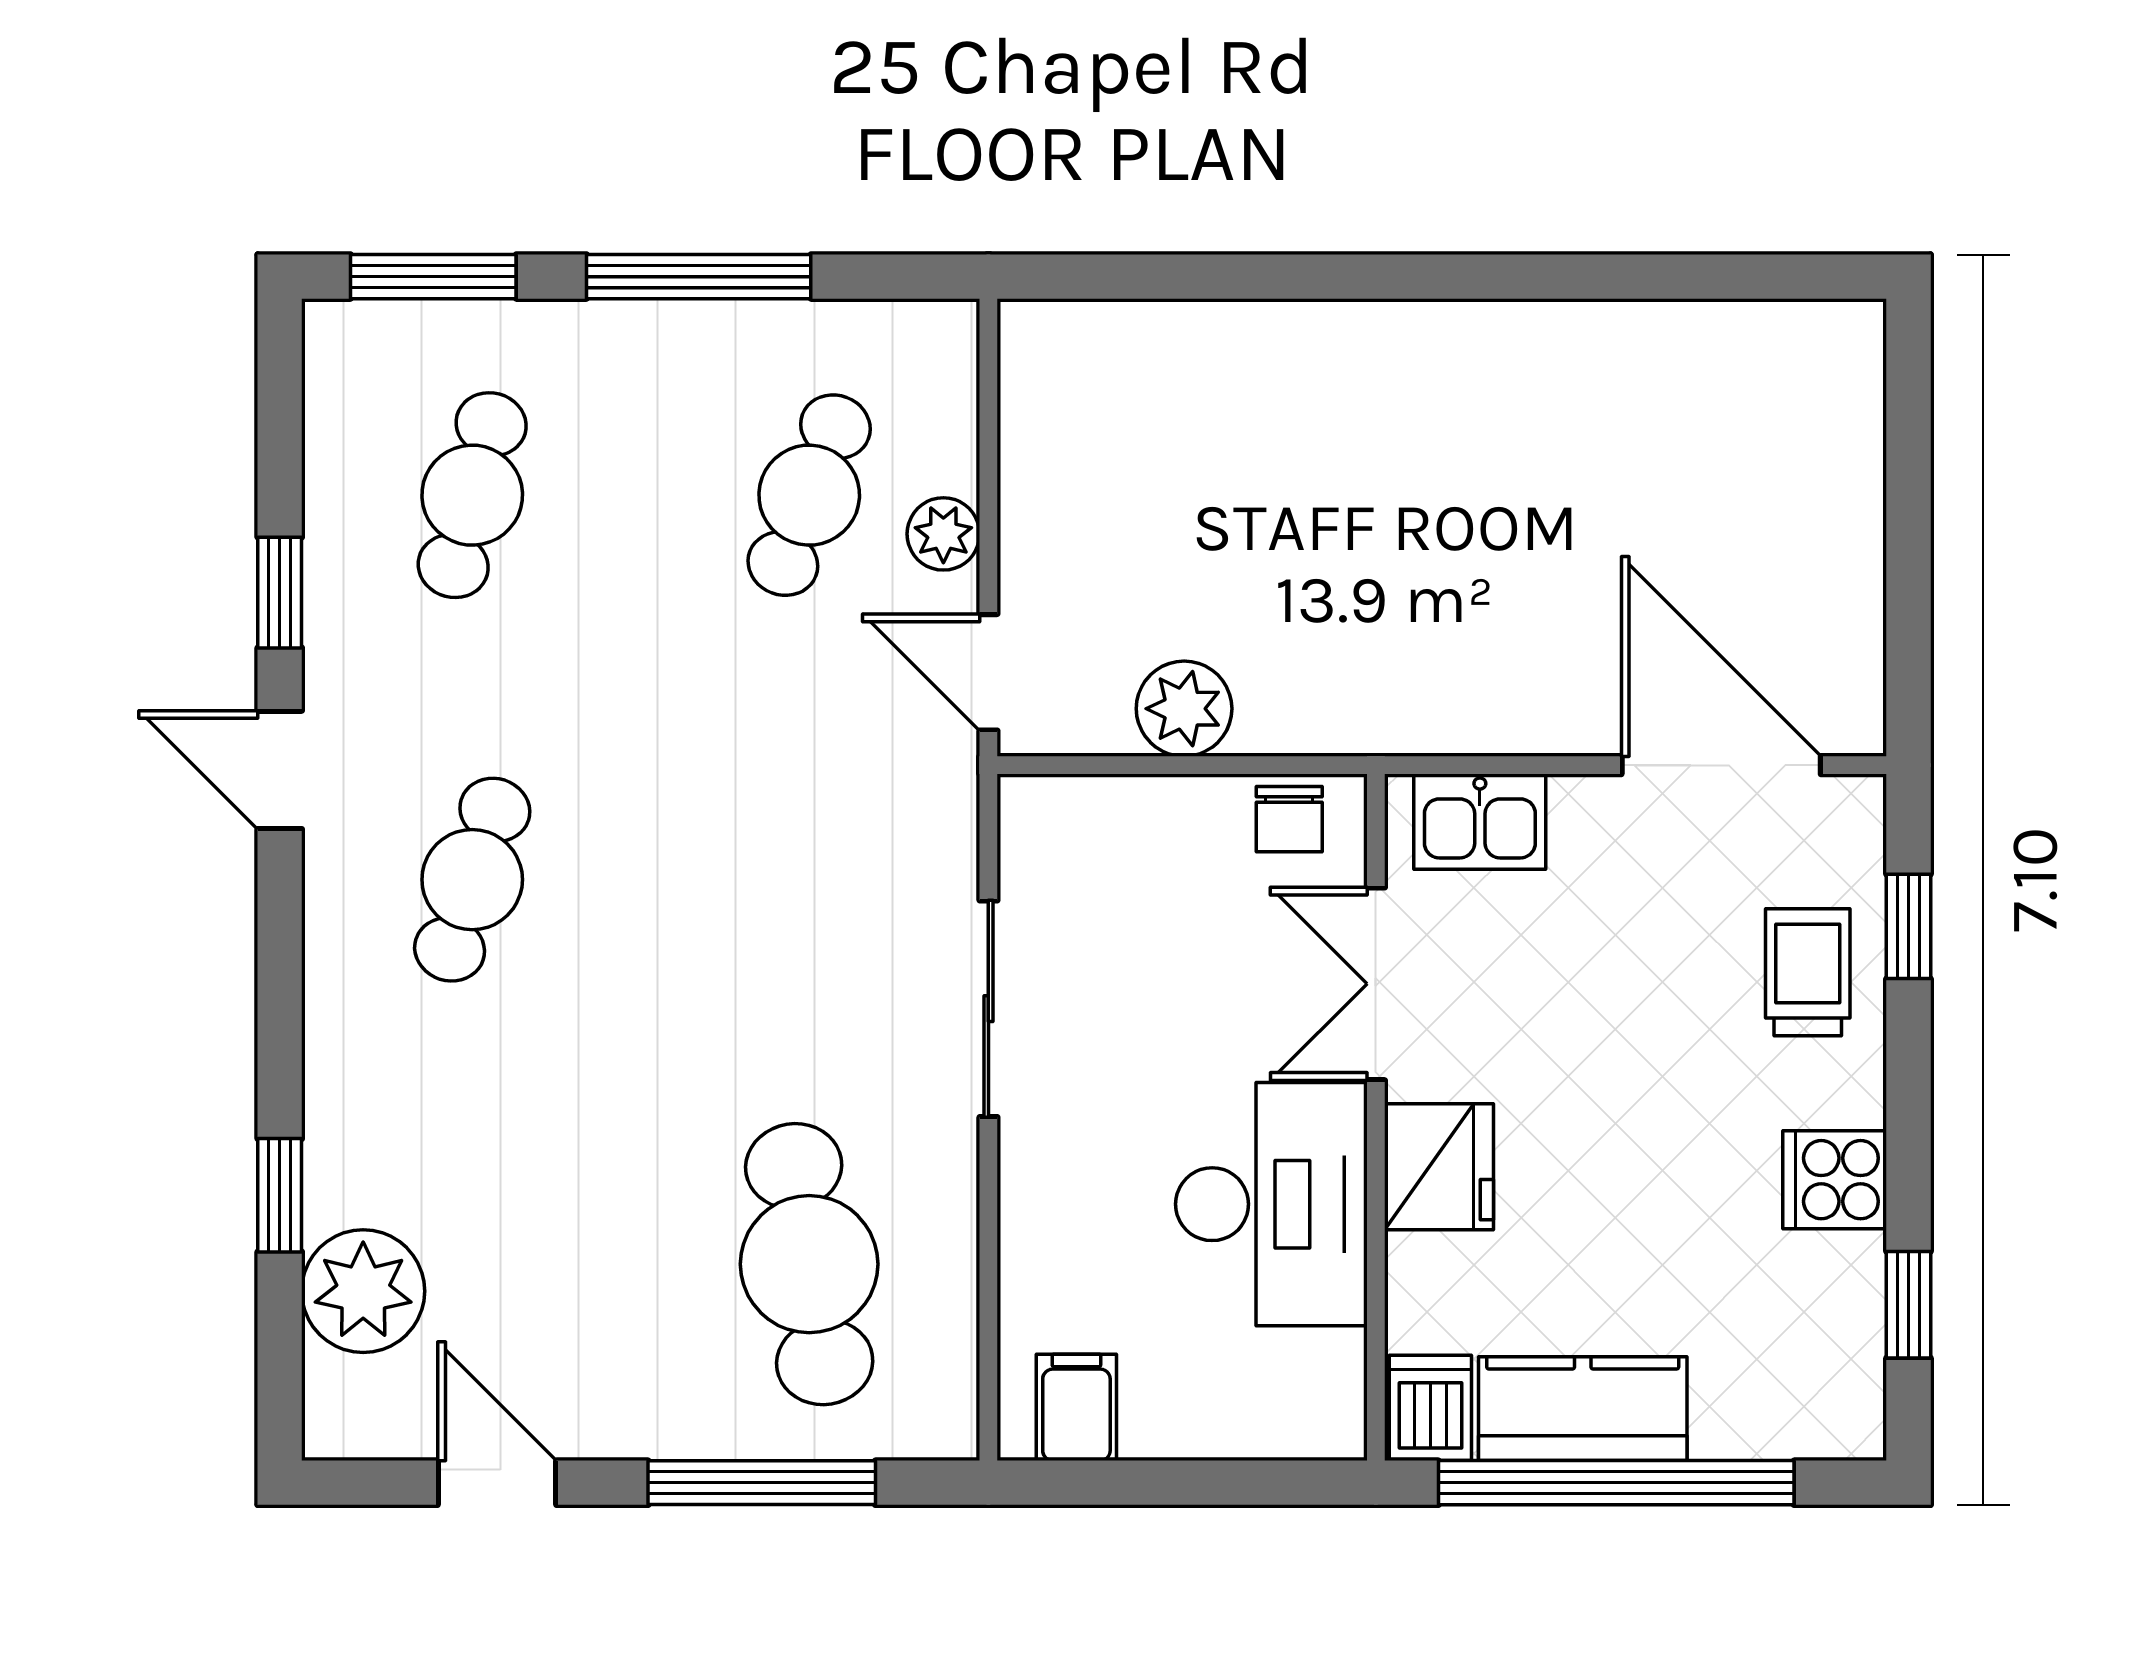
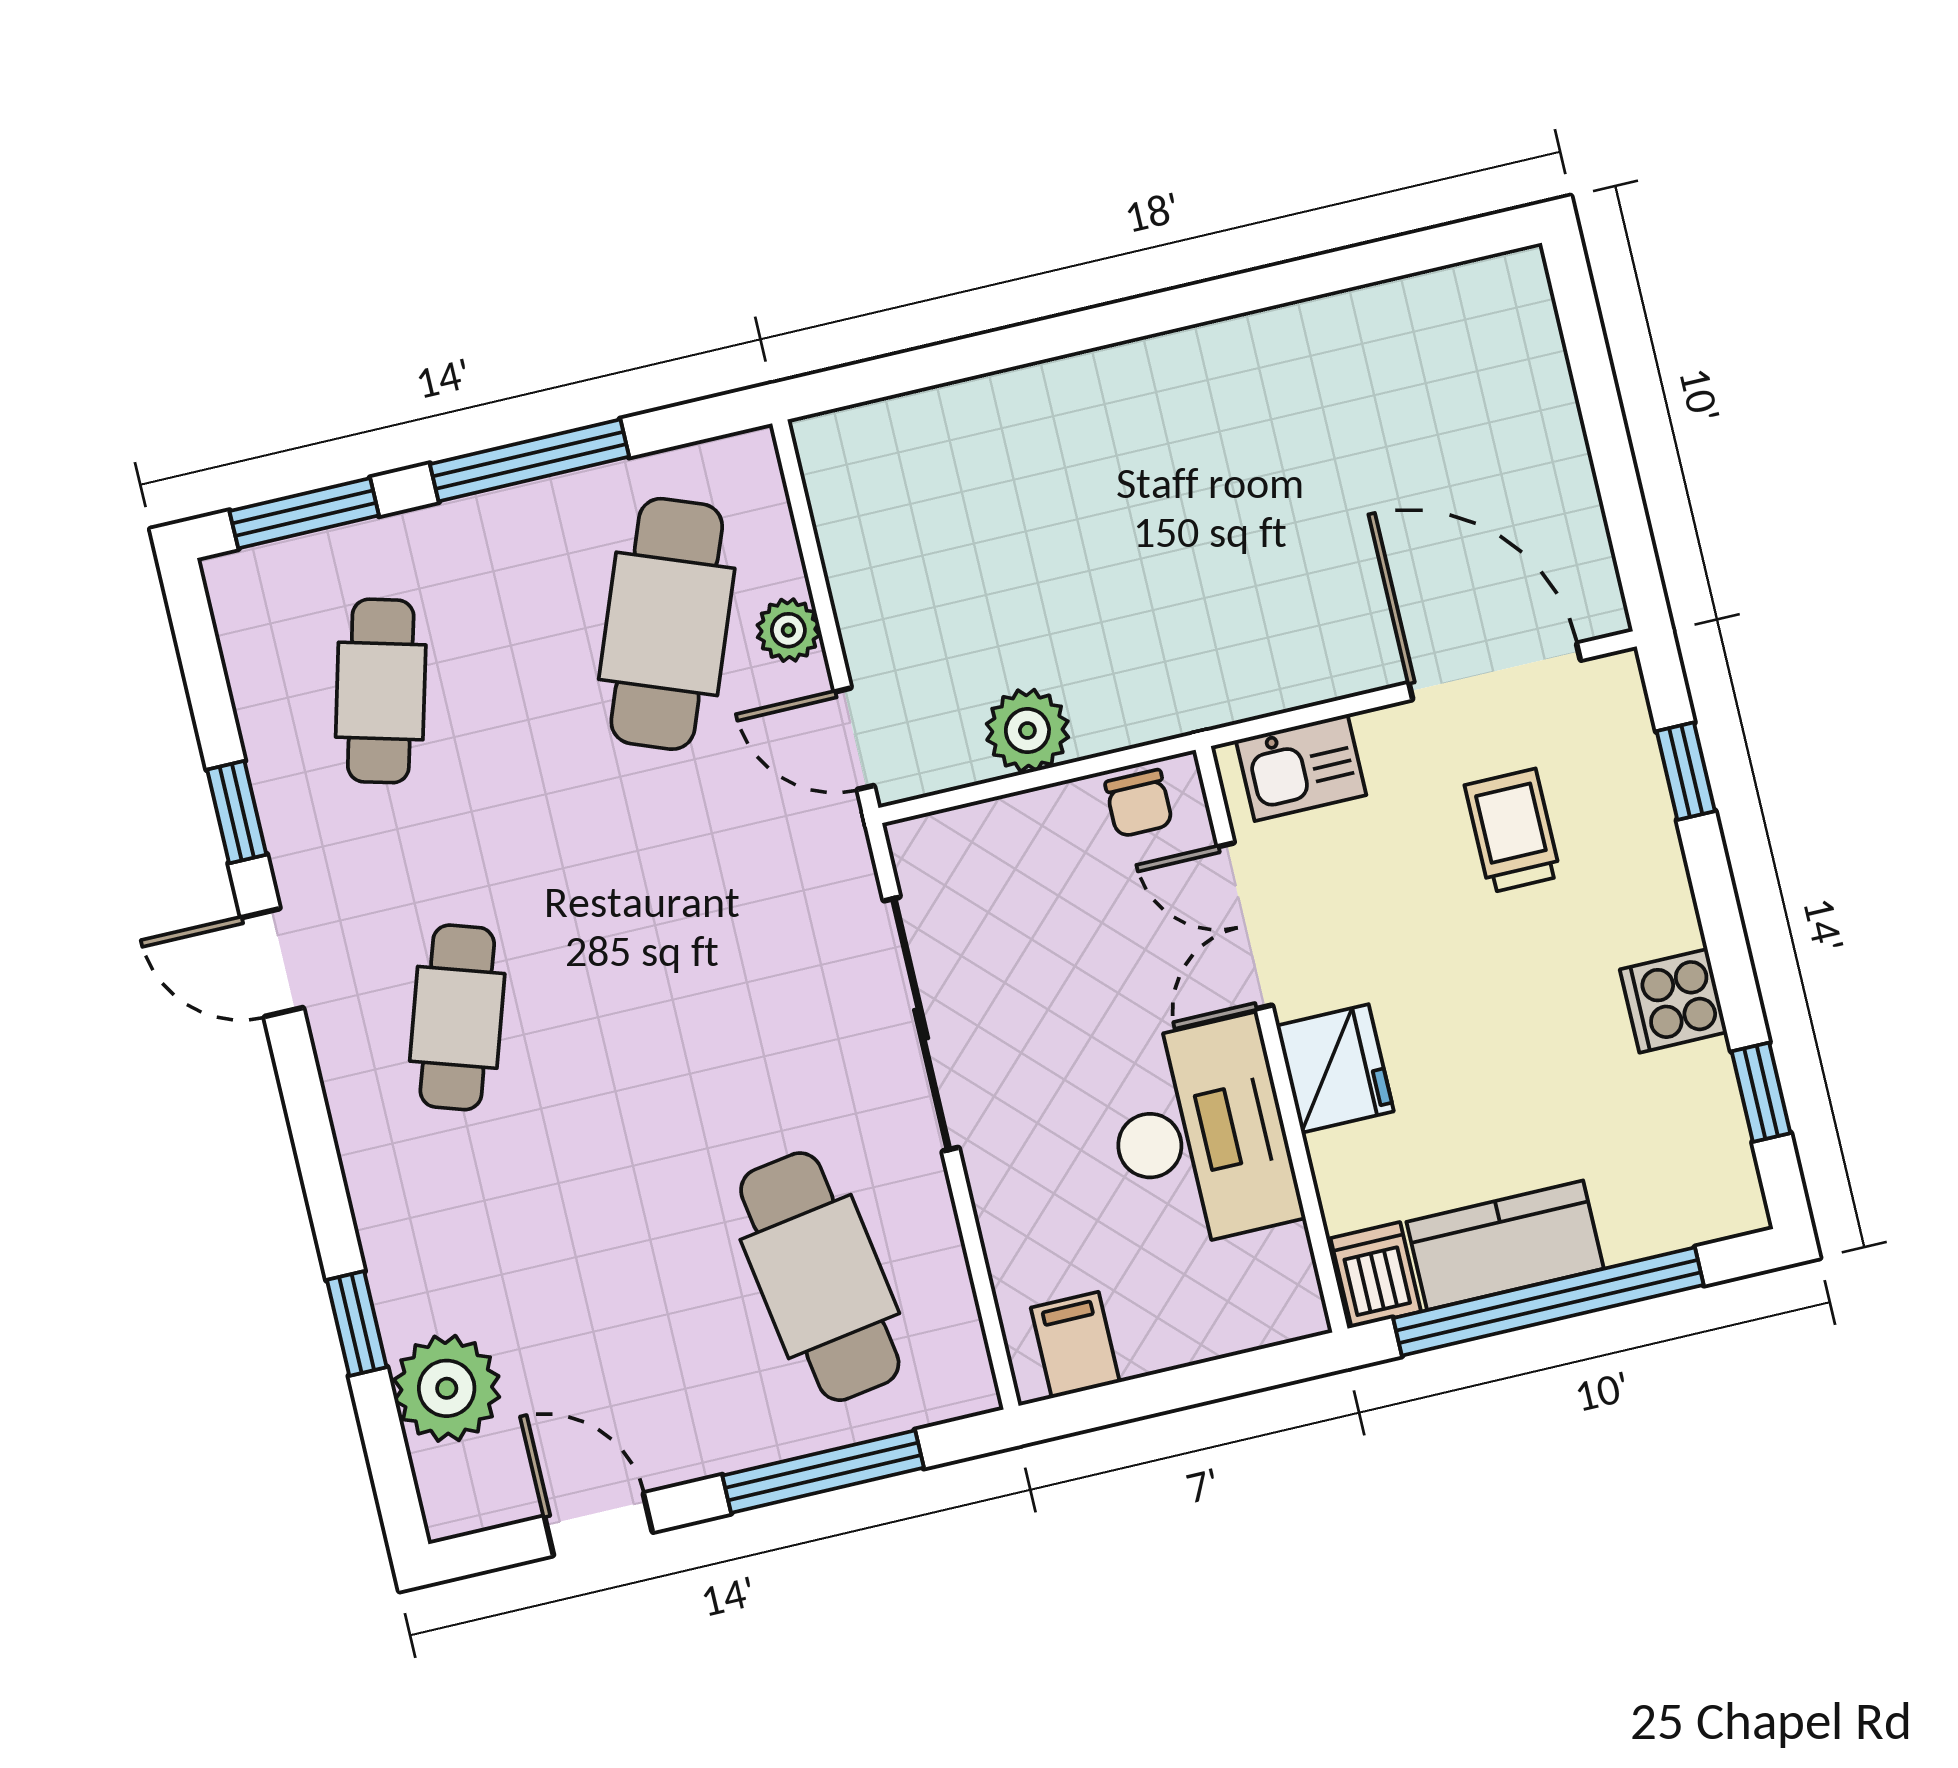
cafe table: (809, 495) -> (667, 624), width x1.37, depth x1.35
trolley: (1808, 972) -> (1513, 831), moved
sliding door: (988, 1009) -> (921, 1024), width x1.37

